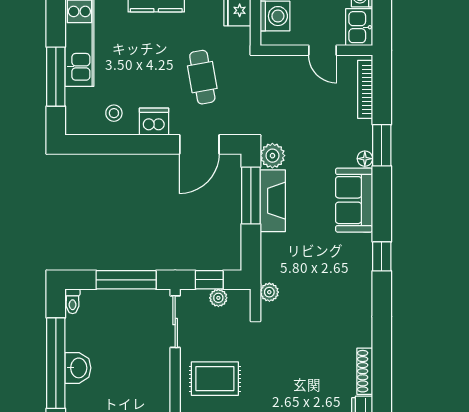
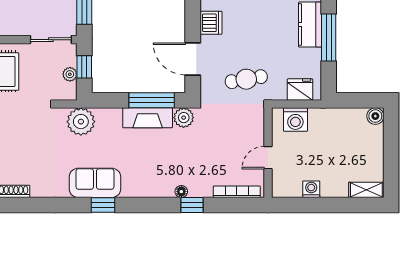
kitchen sink: (359, 27) -> (286, 187), removed
cafe table: (202, 77) -> (246, 79), moved
window: (382, 145) -> (192, 205), width x0.67
sofa: (354, 200) -> (95, 183), moved
plant: (269, 292) -> (81, 122), width x1.88, depth x1.88

